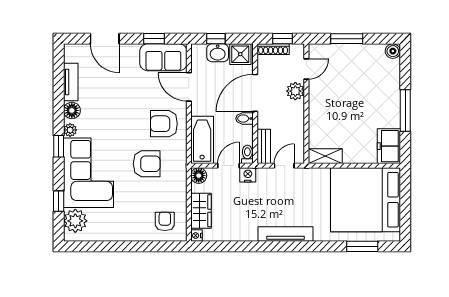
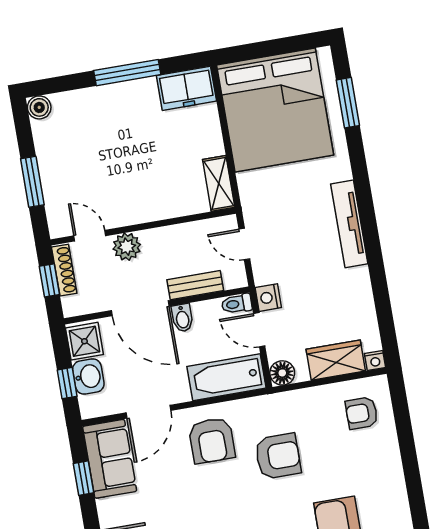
shoe rack: (273, 49) -> (64, 270), moved
bench: (264, 146) -> (195, 285), moved
armchair: (147, 164) -> (278, 456), turned 90

